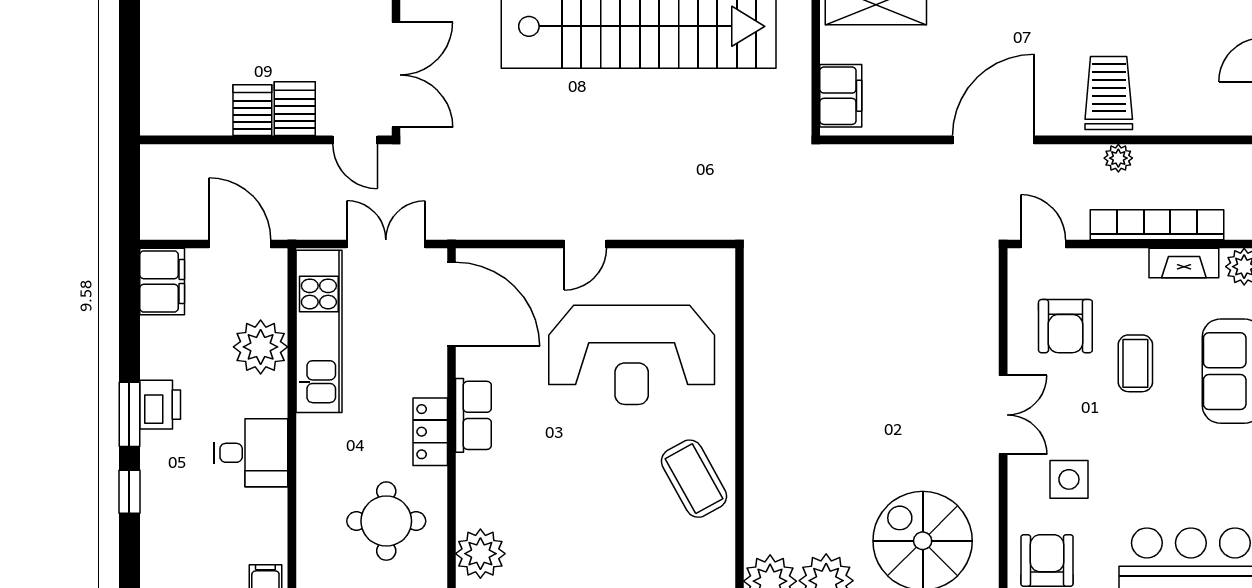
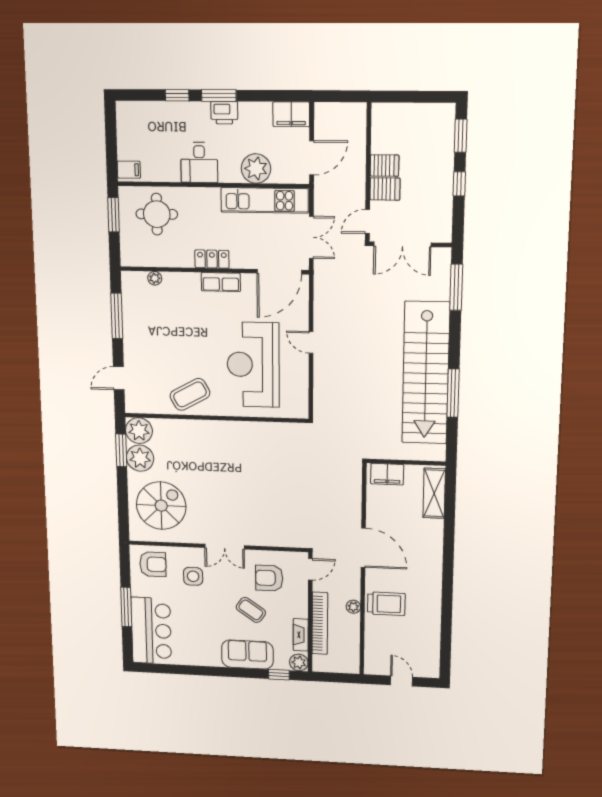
coffee table: (1135, 363) -> (251, 610), turned 35
round table: (386, 521) -> (157, 214), moved
plant: (480, 554) -> (155, 278), width x0.53, depth x0.53

